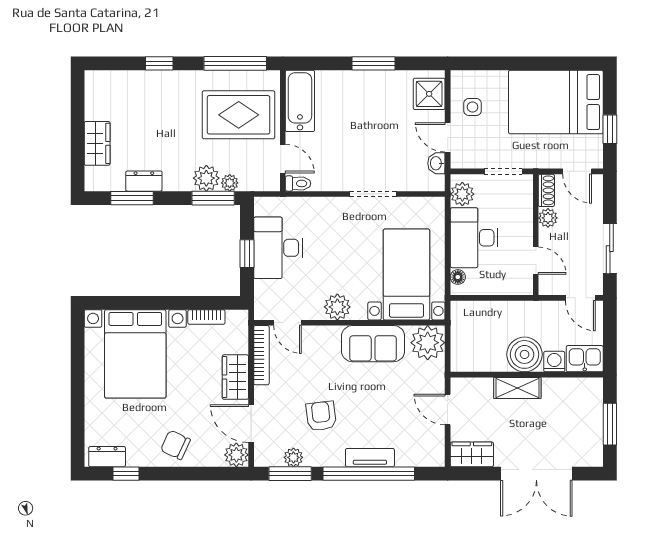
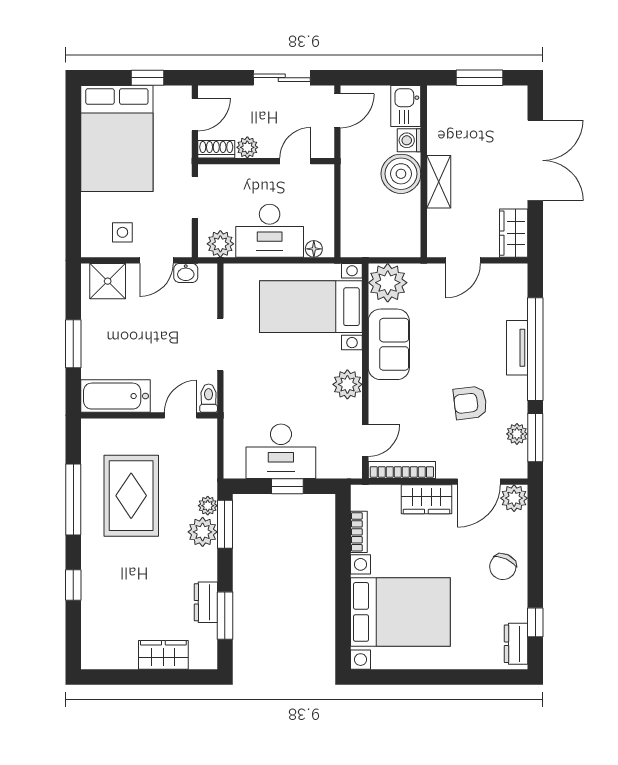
bathtub: (300, 101) -> (116, 396), moved
wall: (283, 131) -> (149, 415), moved
door: (283, 159) -> (181, 415), moved
toilet: (298, 183) -> (209, 398), moved

